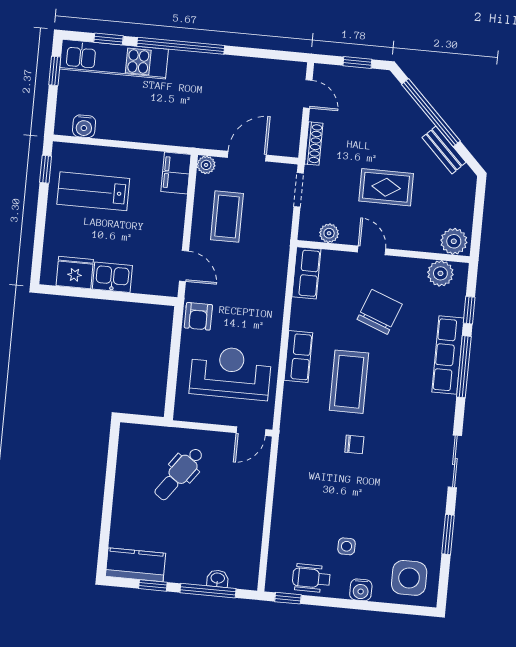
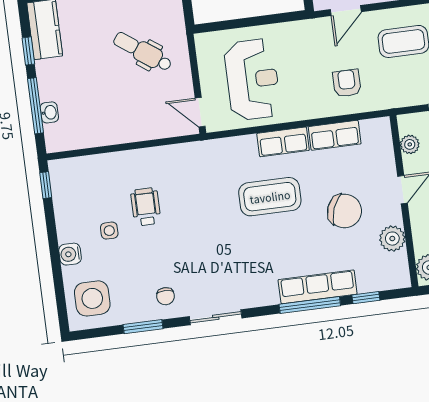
row of seats: (306, 273) -> (335, 135), moved
plant: (440, 273) -> (392, 239), moved
armchair: (198, 316) -> (347, 83), moved, turned 90
chair: (354, 444) -> (166, 296), moved
wheelchair: (311, 578) -> (146, 207), moved

